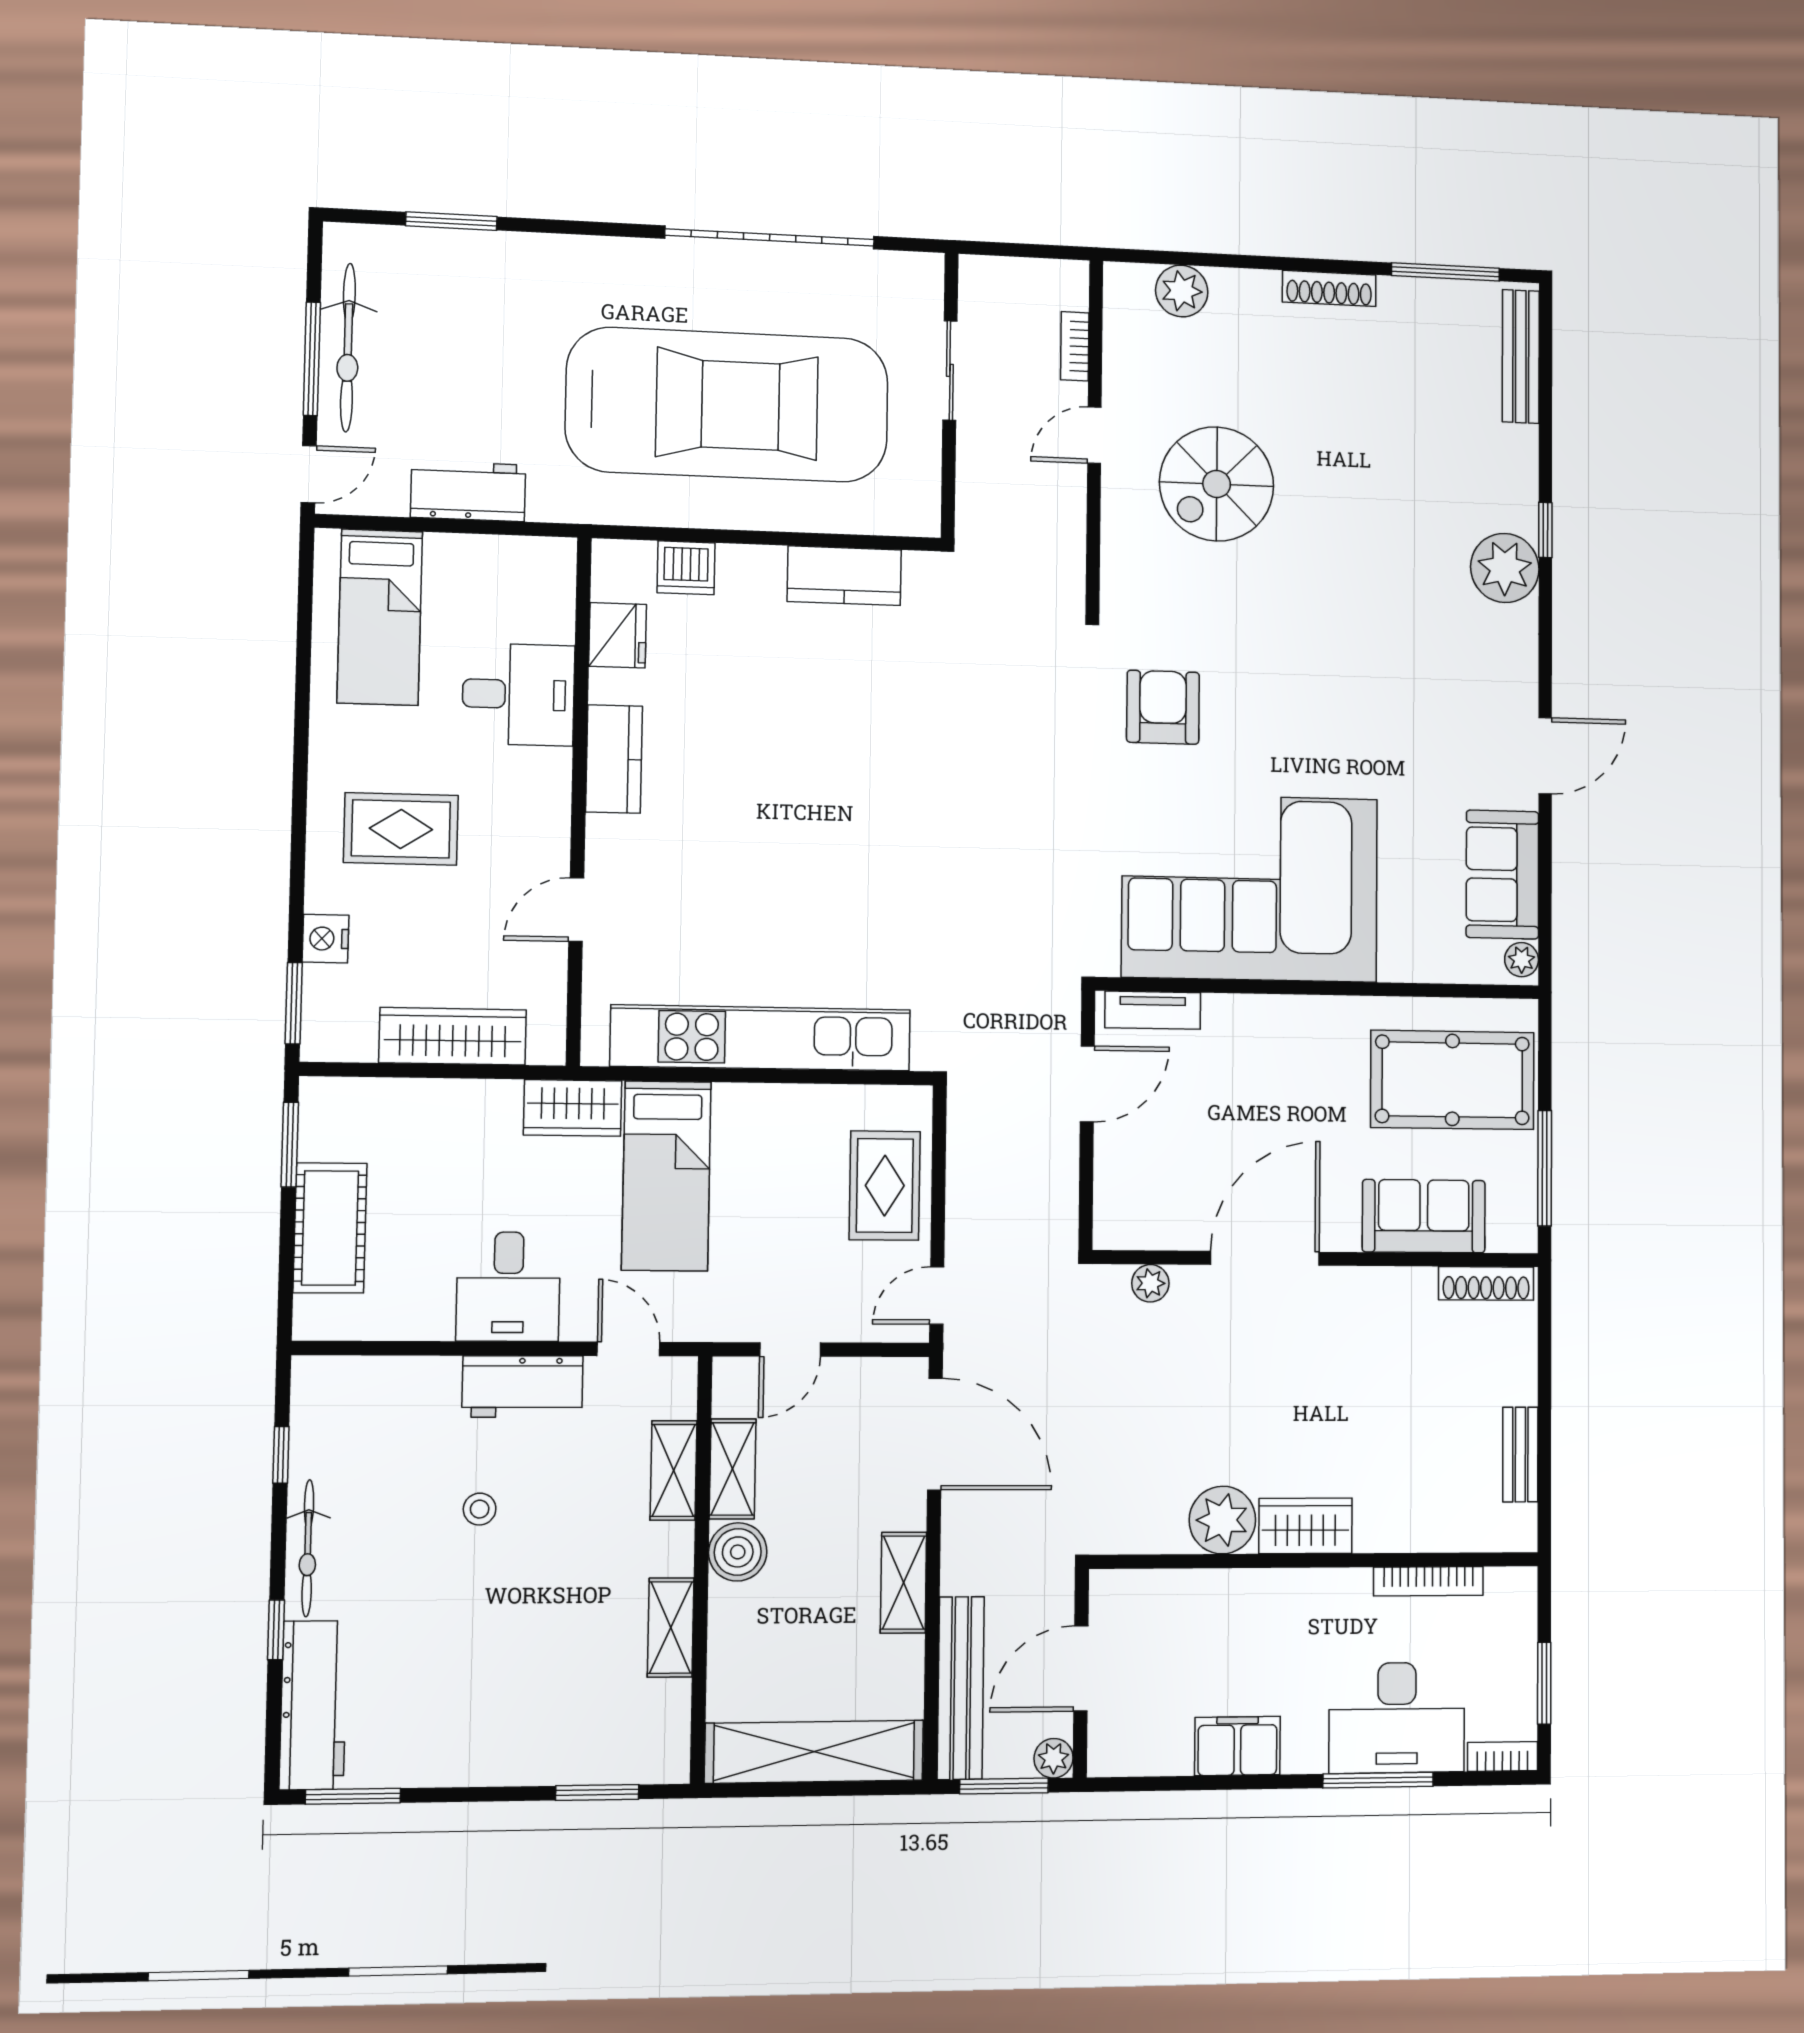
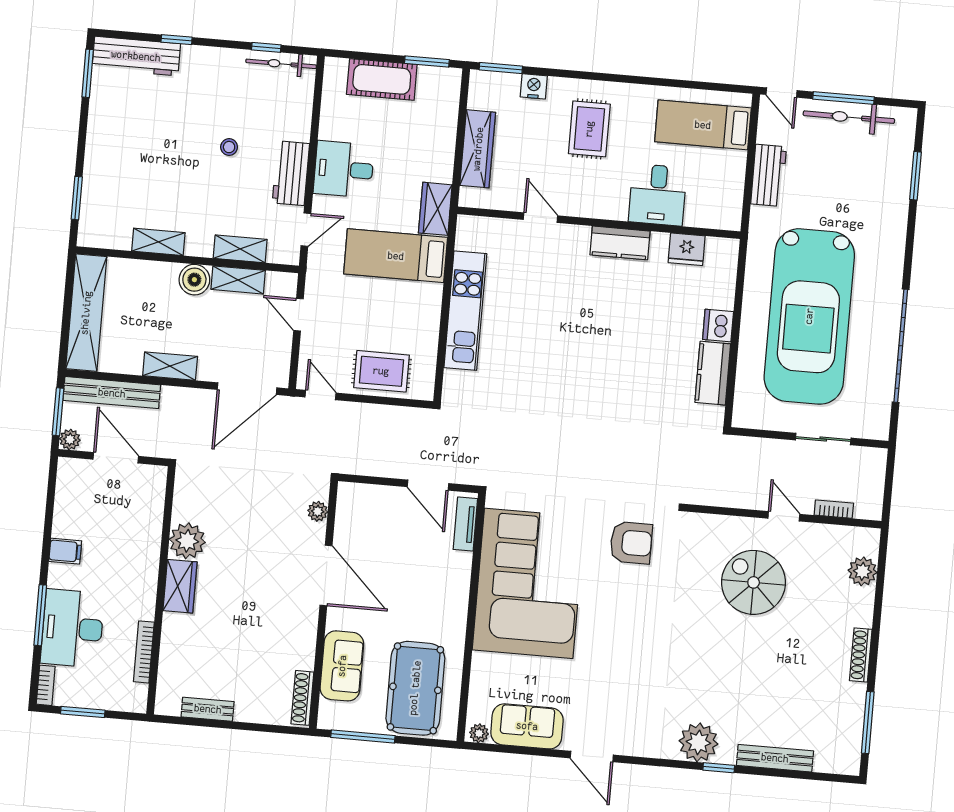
bench: (1521, 356) -> (775, 758), moved
dishwasher: (686, 568) -> (718, 326), moved
kitchen unit: (761, 1038) -> (465, 311), width x0.73
bicycle: (308, 1548) -> (281, 64), moved
filing cabinet: (1237, 1746) -> (65, 551), width x0.50

